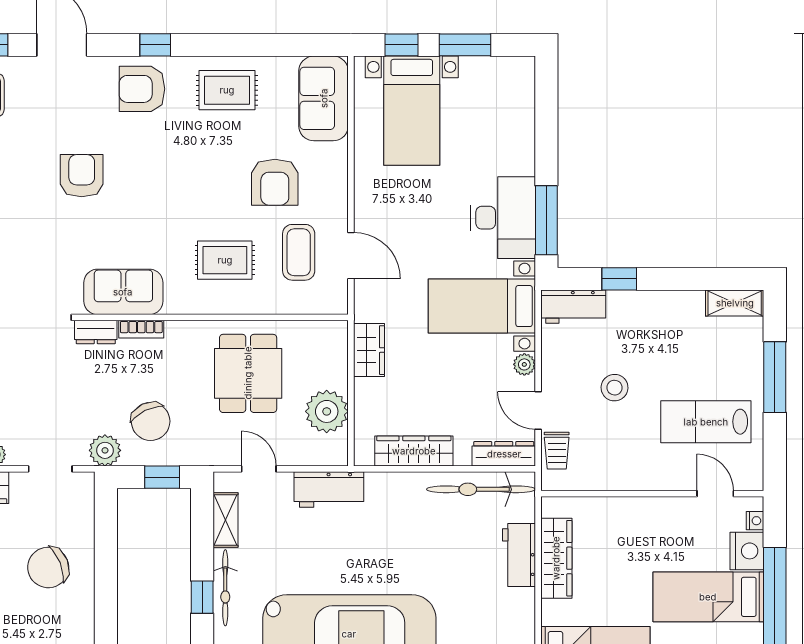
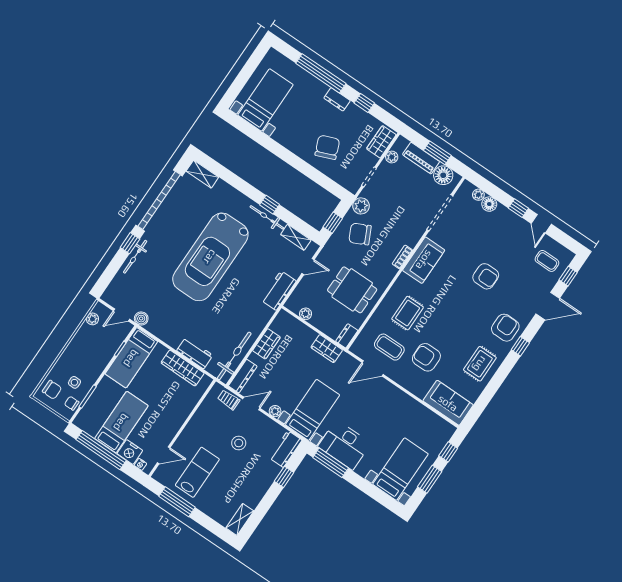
bed with nightstands: (412, 111) -> (400, 469), moved, turned 90
dresser: (96, 332) -> (347, 336), moved
window: (775, 377) -> (177, 502), moved
plant: (327, 411) -> (306, 314), width x0.53, depth x0.53
wardrobe: (414, 451) -> (266, 344), width x0.67

